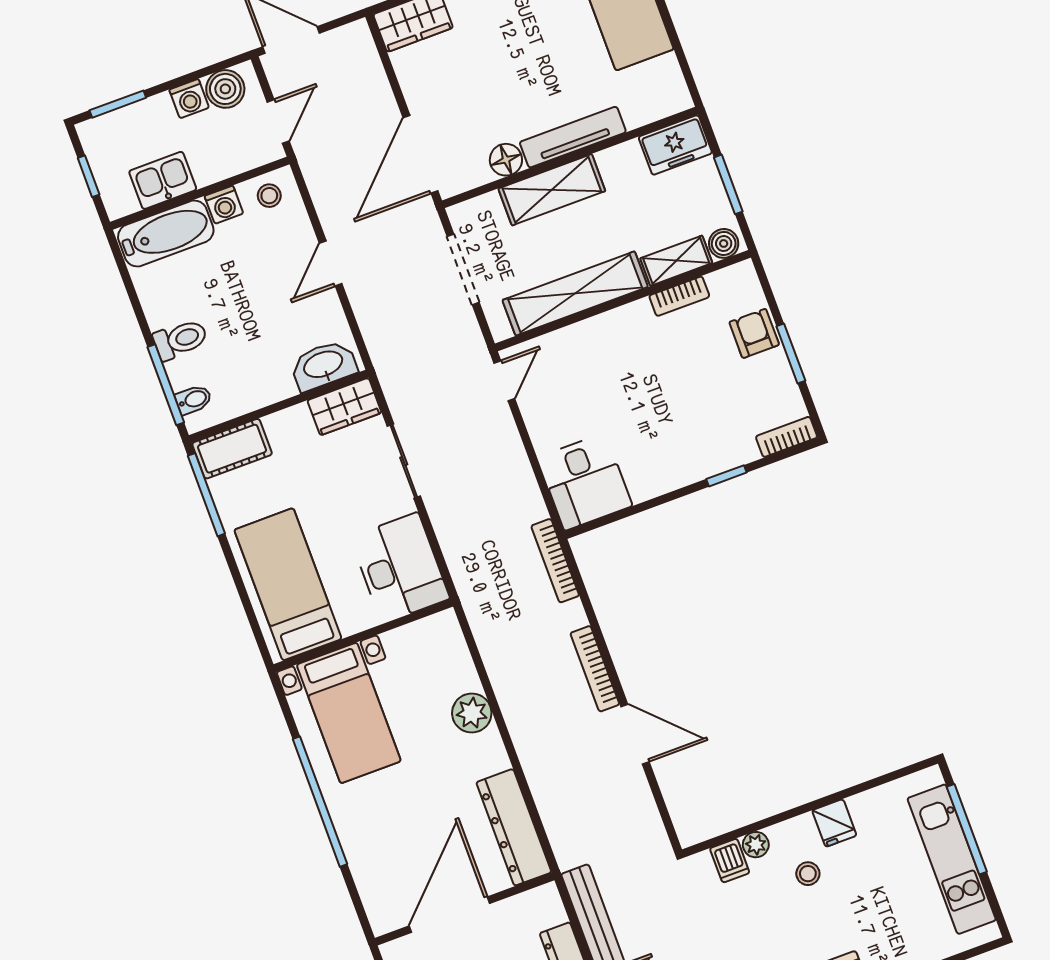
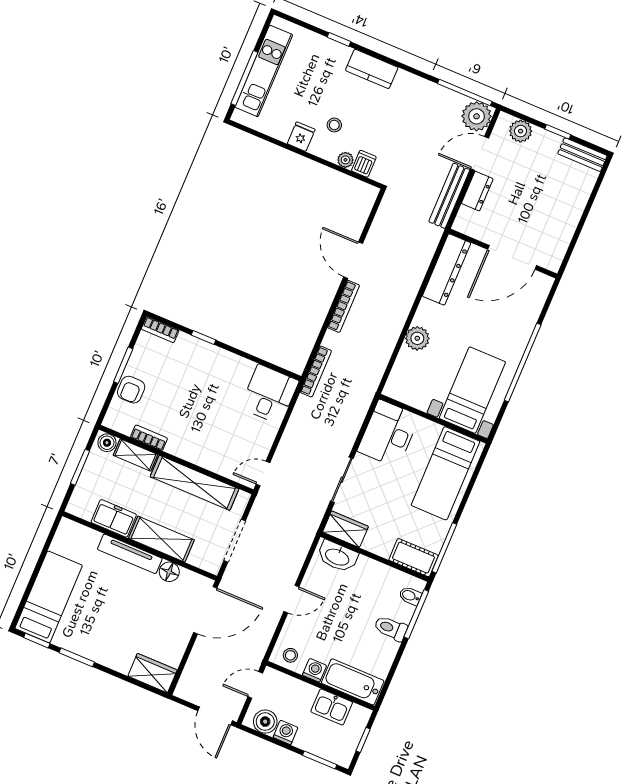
freezer: (675, 145) -> (114, 518), moved

